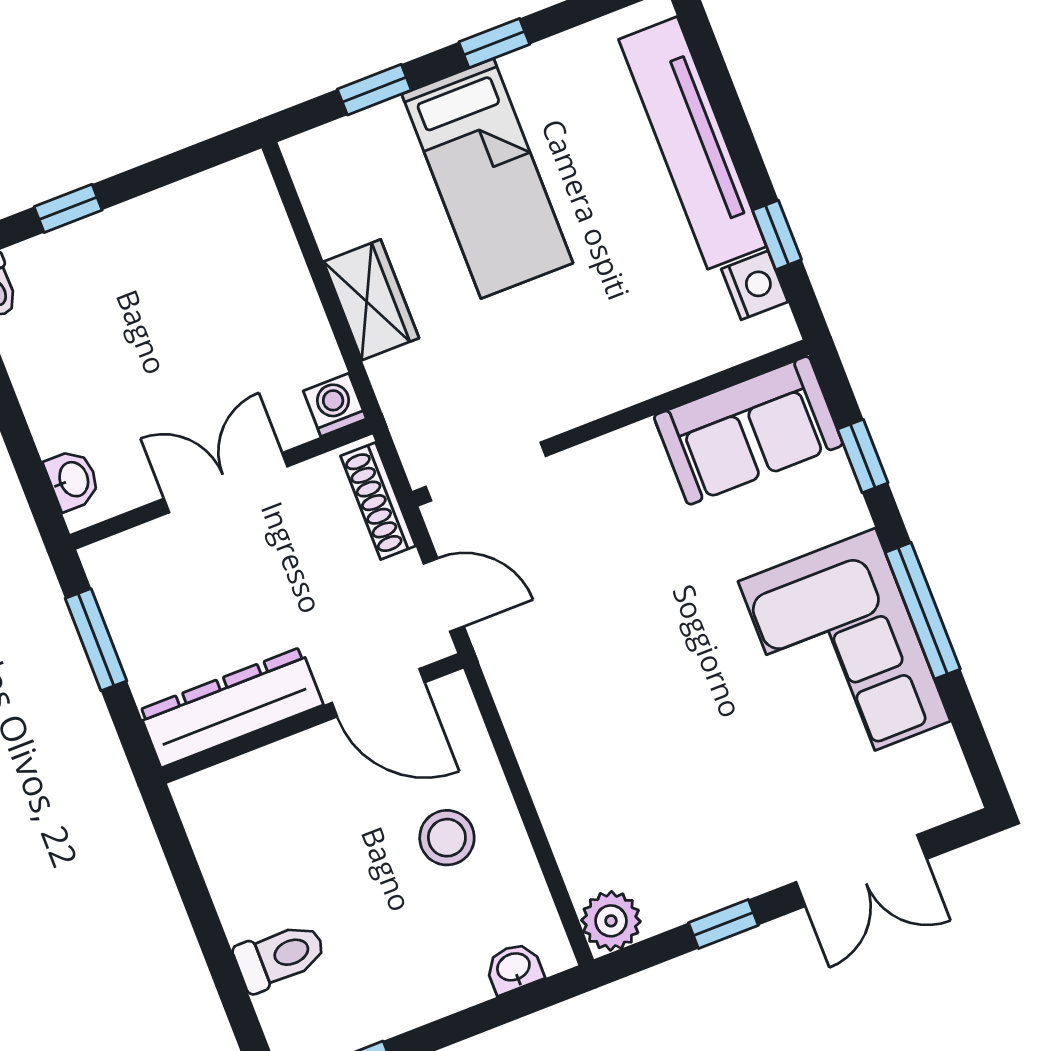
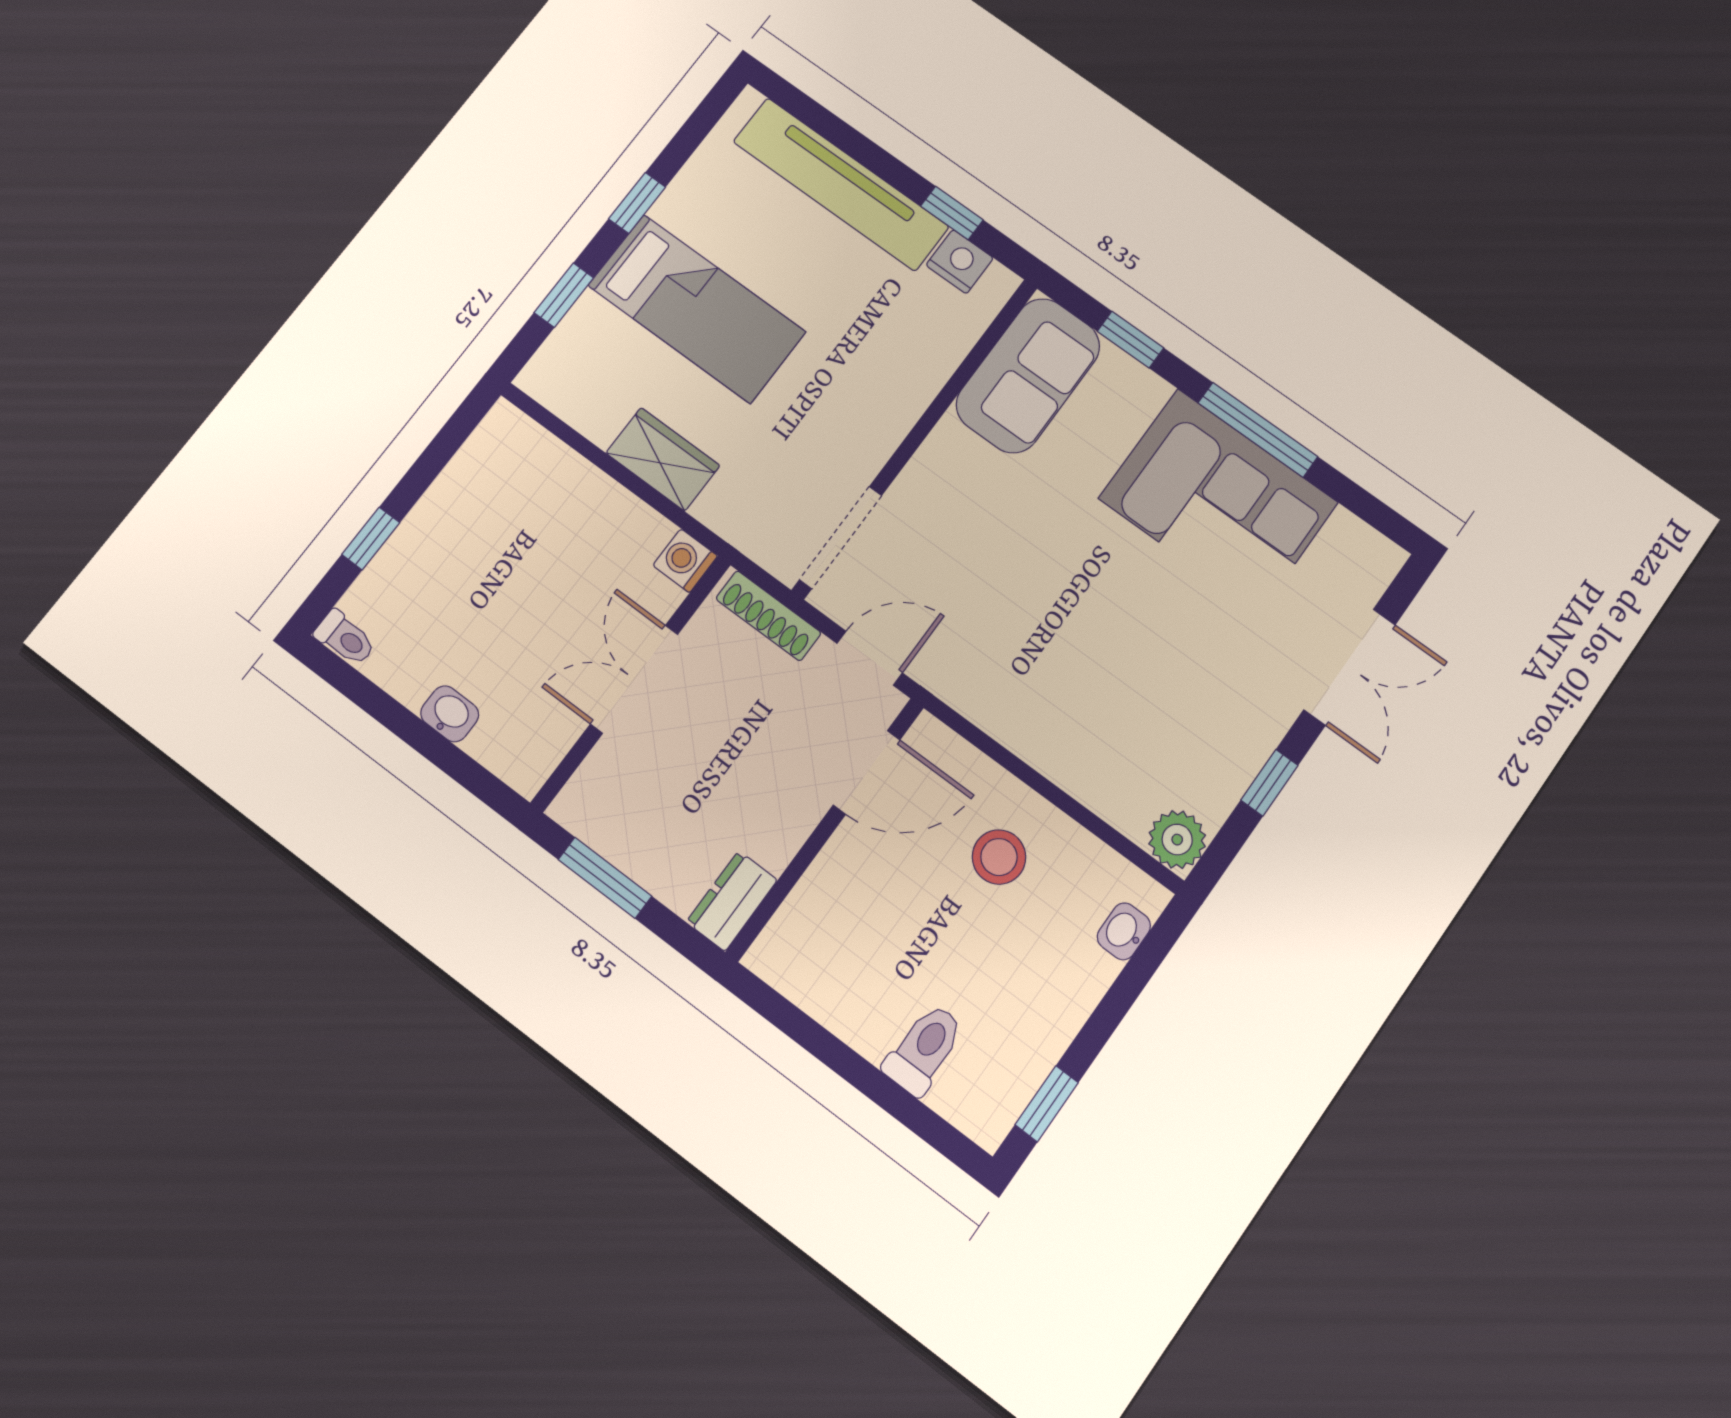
washbasin: (73, 480) -> (450, 714), moved
dresser: (231, 707) -> (732, 901), width x0.51, depth x0.80

